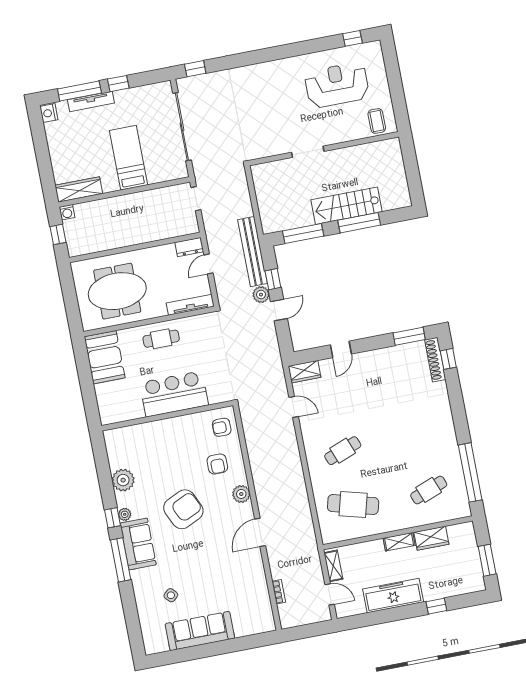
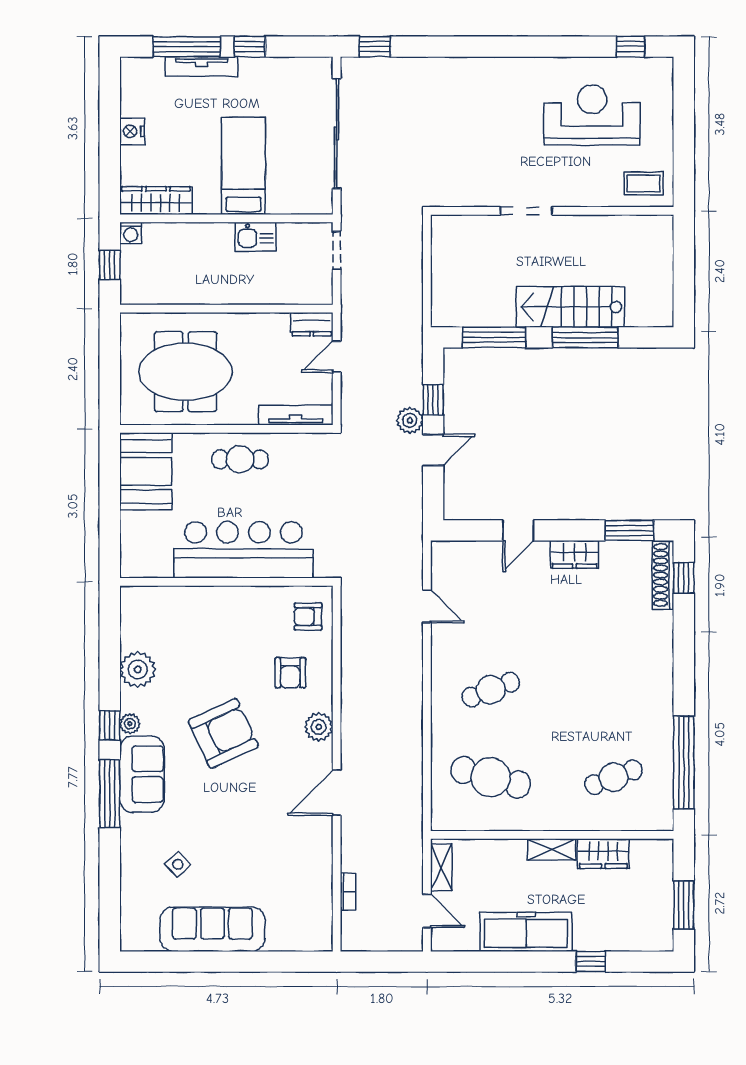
nightstand: (49, 113) -> (132, 131), moved
coffee table: (377, 121) -> (644, 183), turned 90
kitchen sink: (144, 200) -> (256, 237), added
bench: (253, 252) -> (409, 350), removed
wardrobe: (304, 372) -> (574, 554), moved
bar counter: (174, 394) -> (243, 550), width x1.36

